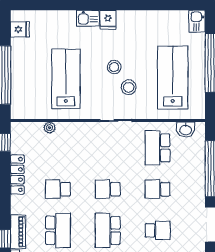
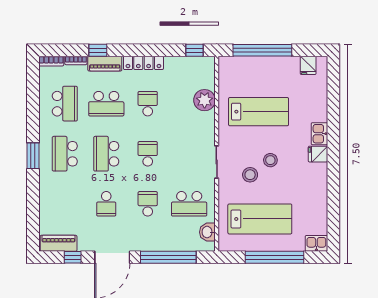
plant: (49, 128) -> (205, 100), width x1.87, depth x1.87
school desk: (158, 148) -> (189, 204), turned 180
locker: (17, 174) -> (143, 63), moved
school desk: (108, 230) -> (106, 154), turned -90

